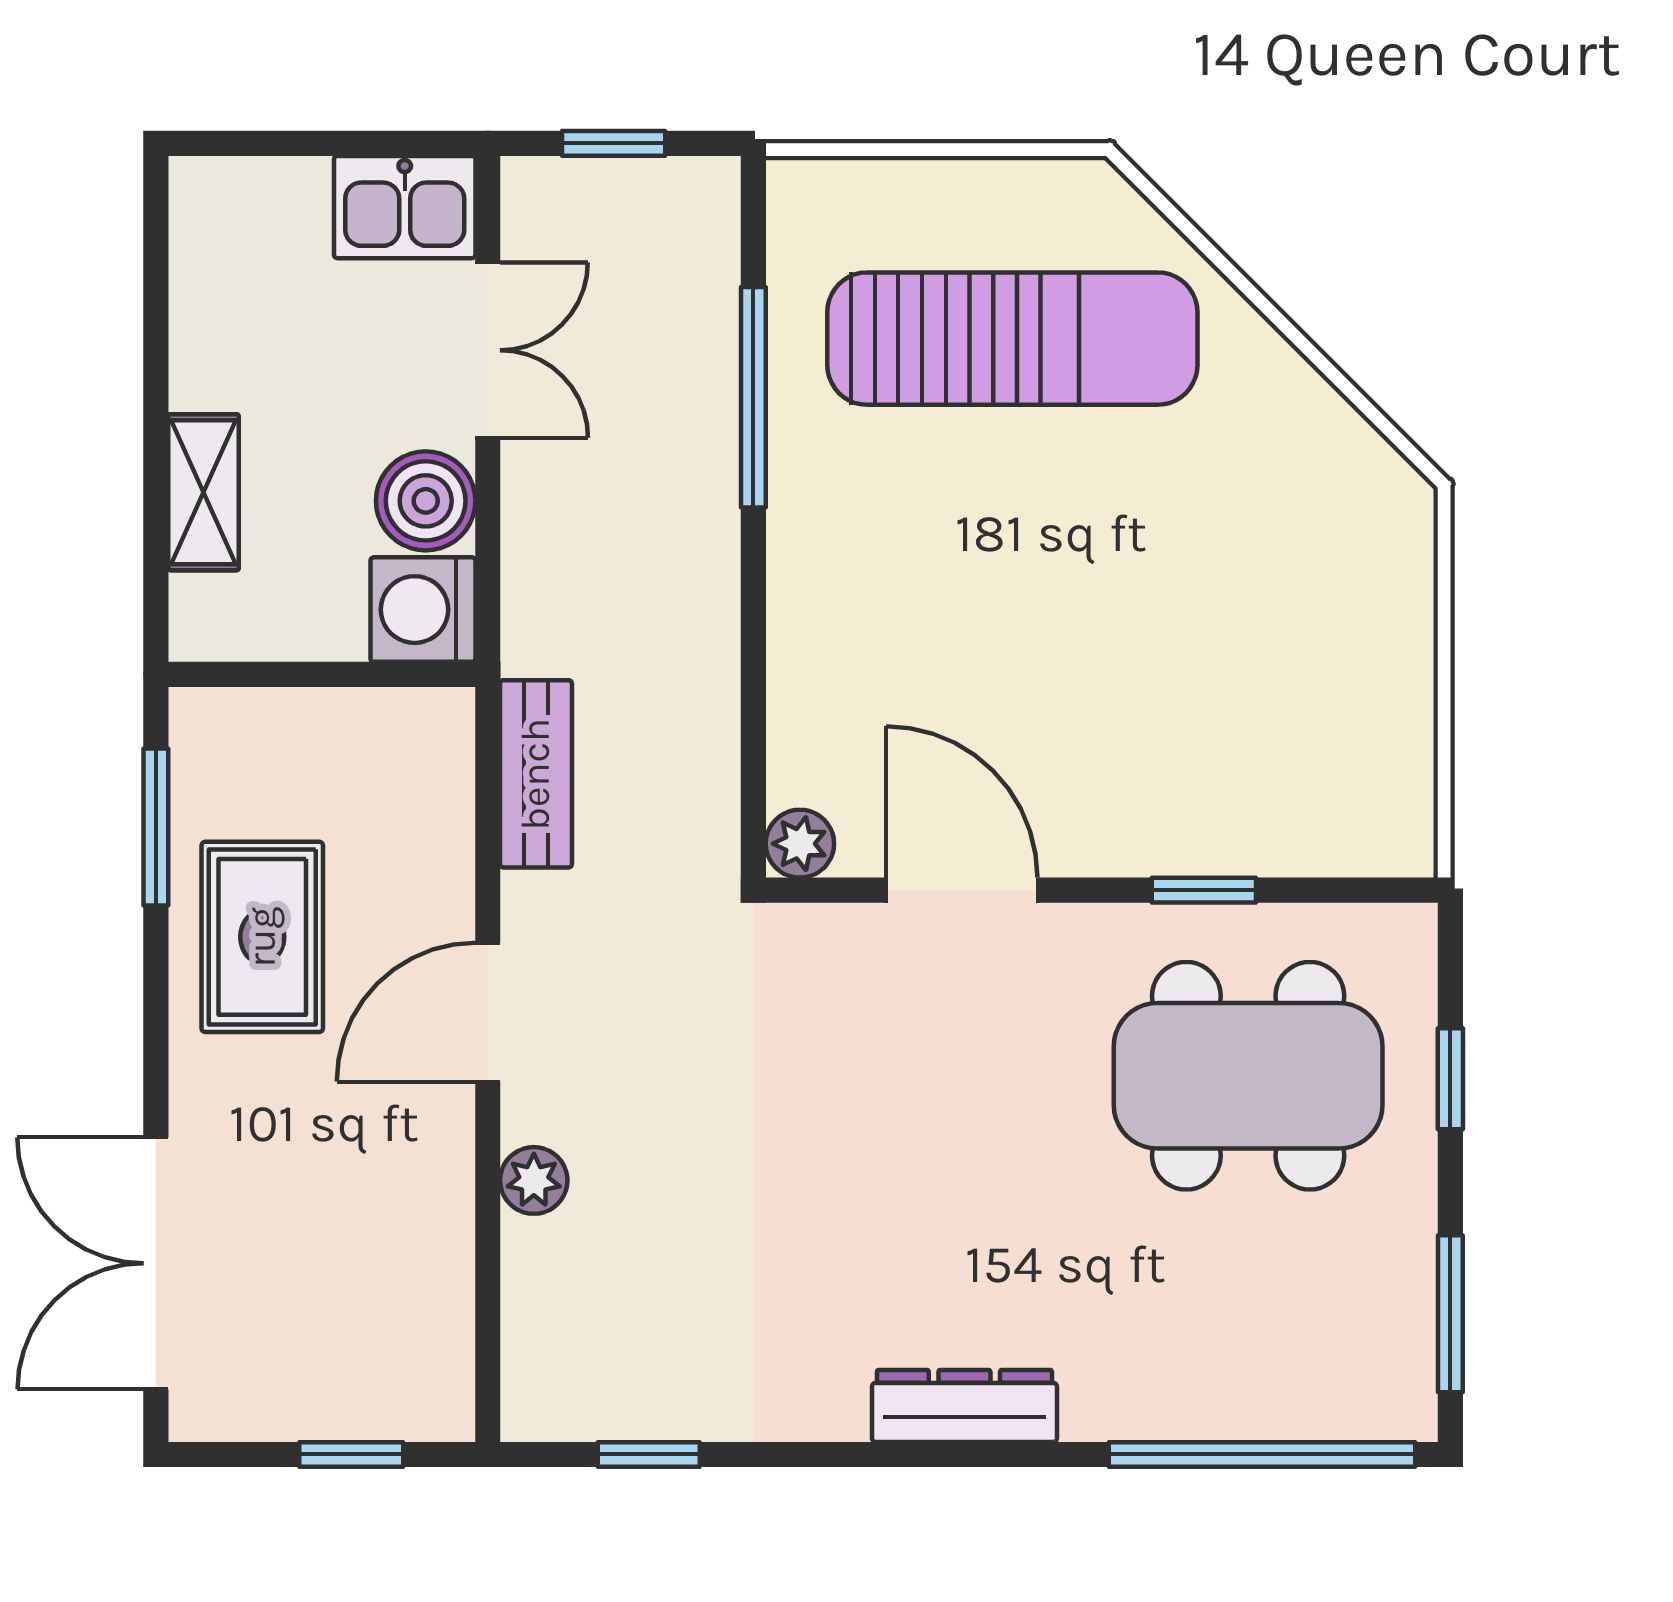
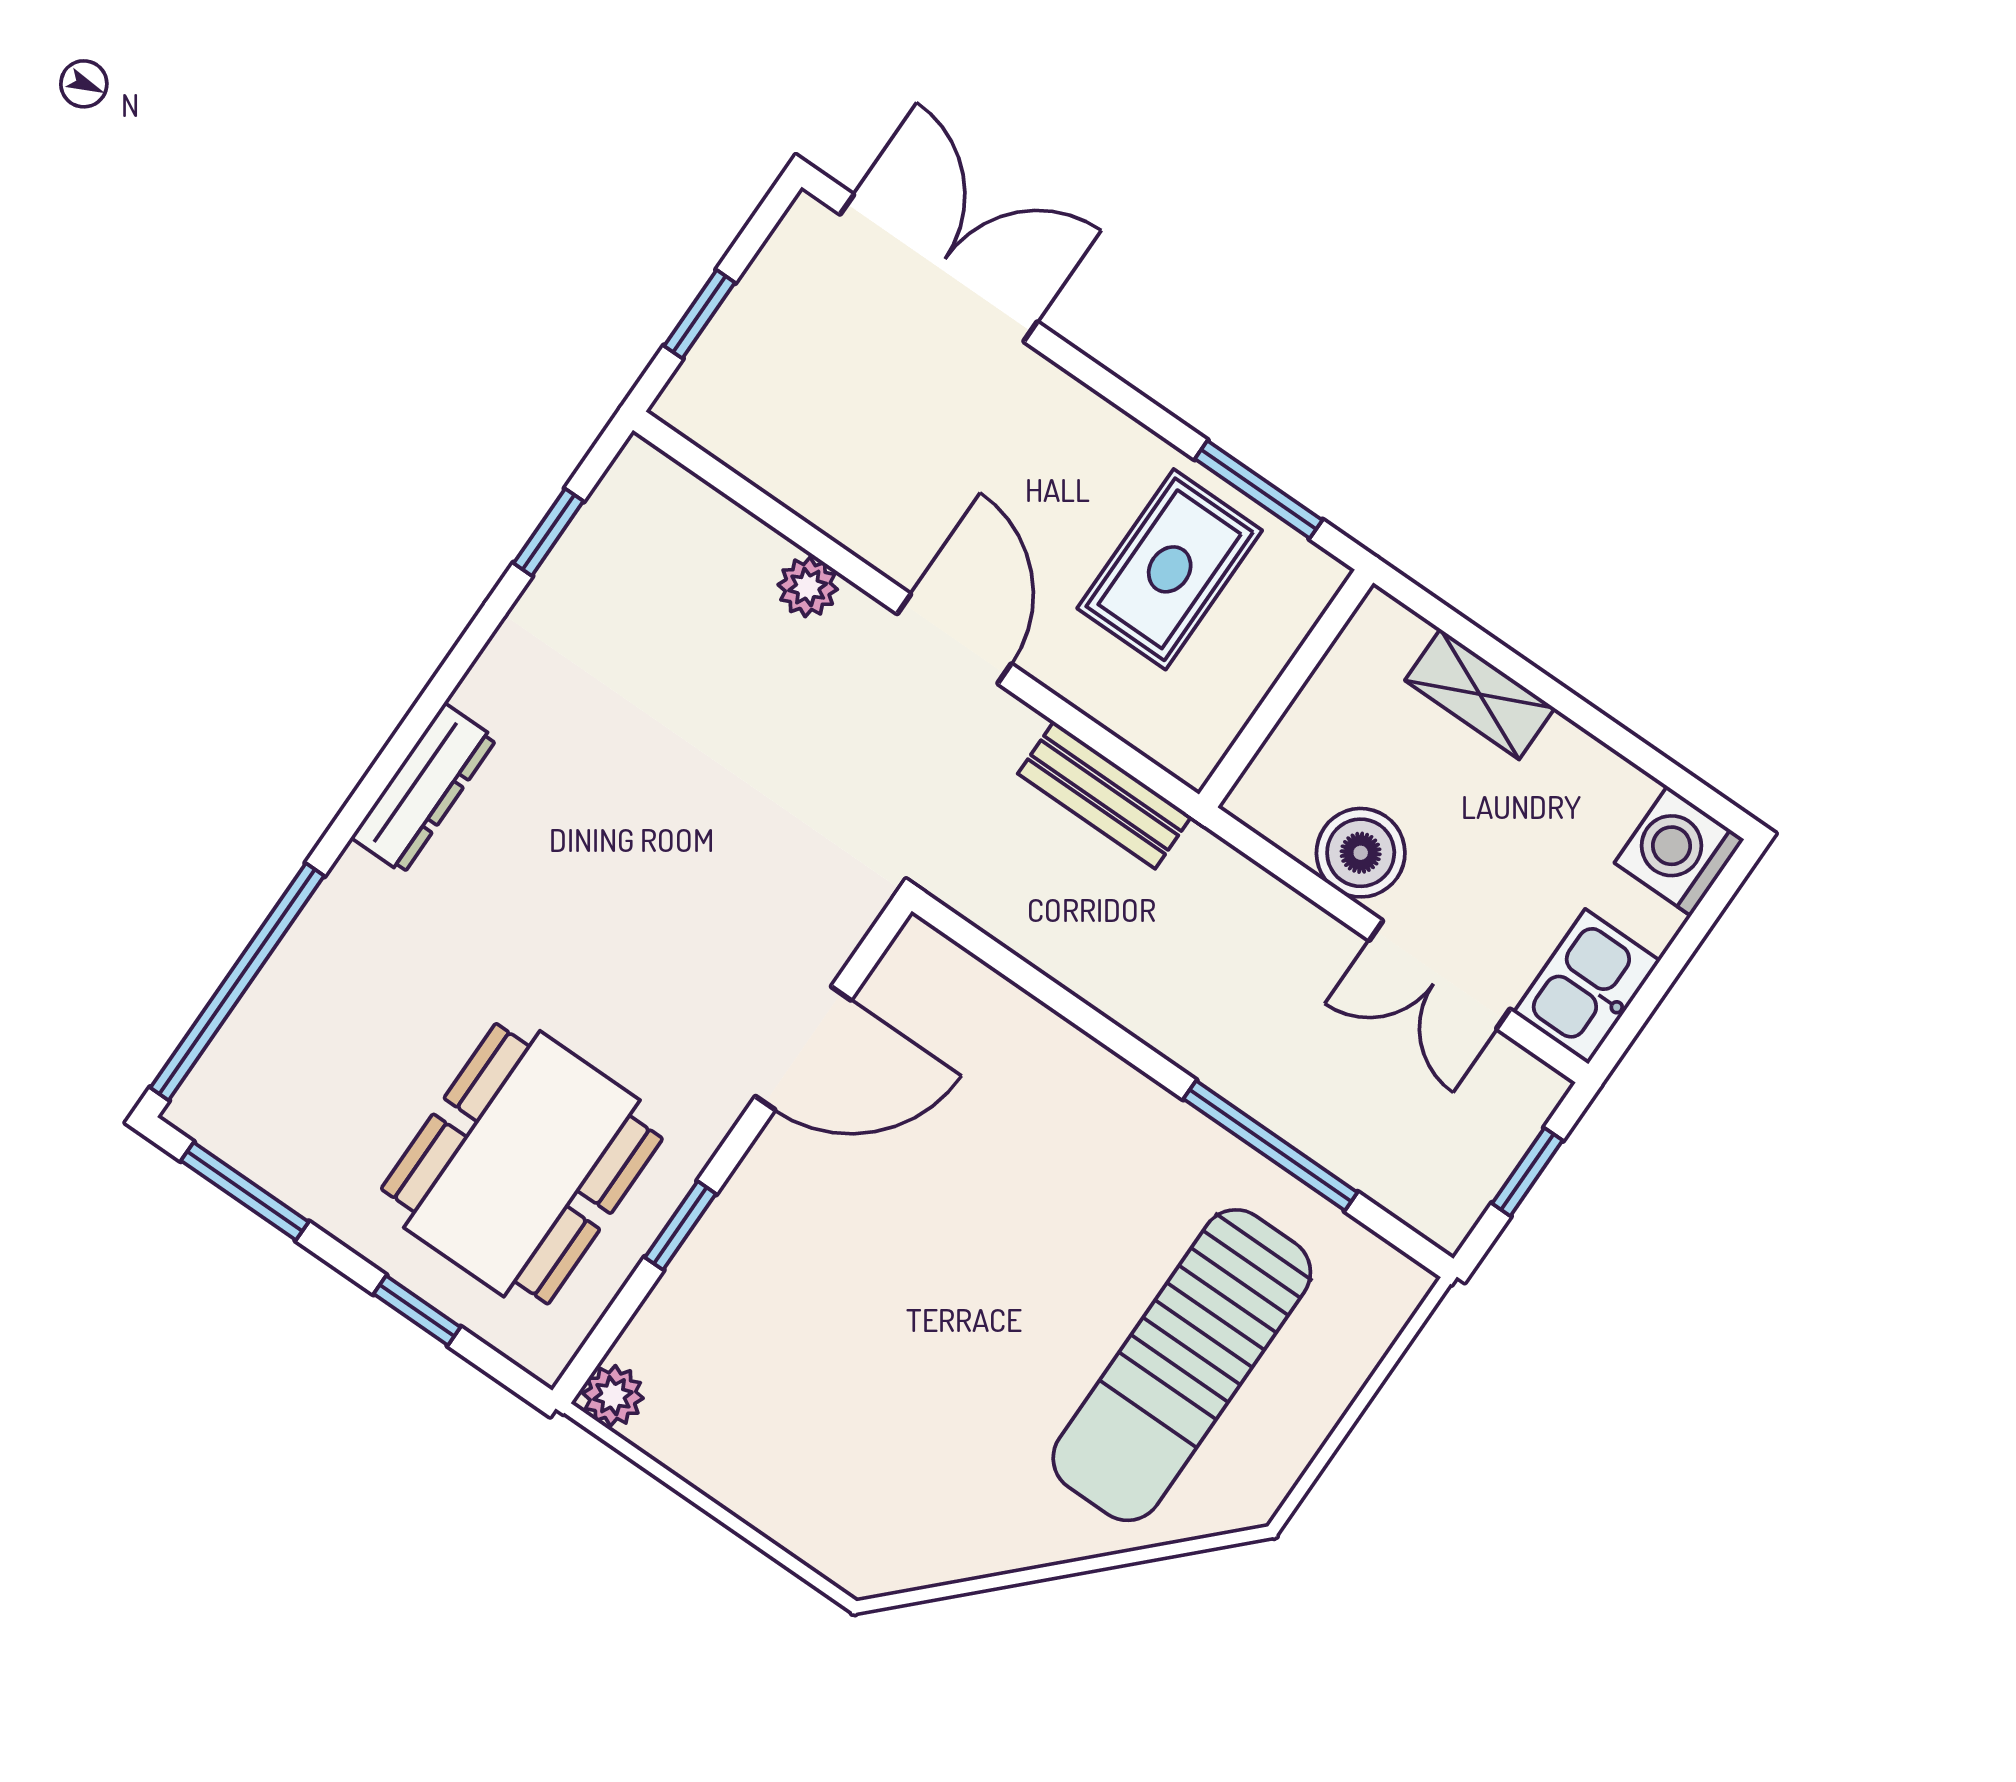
washing machine: (423, 610) -> (1679, 851), moved, turned -90
plant: (800, 844) -> (613, 1396), moved
rug: (262, 937) -> (1170, 569), moved, turned 90

